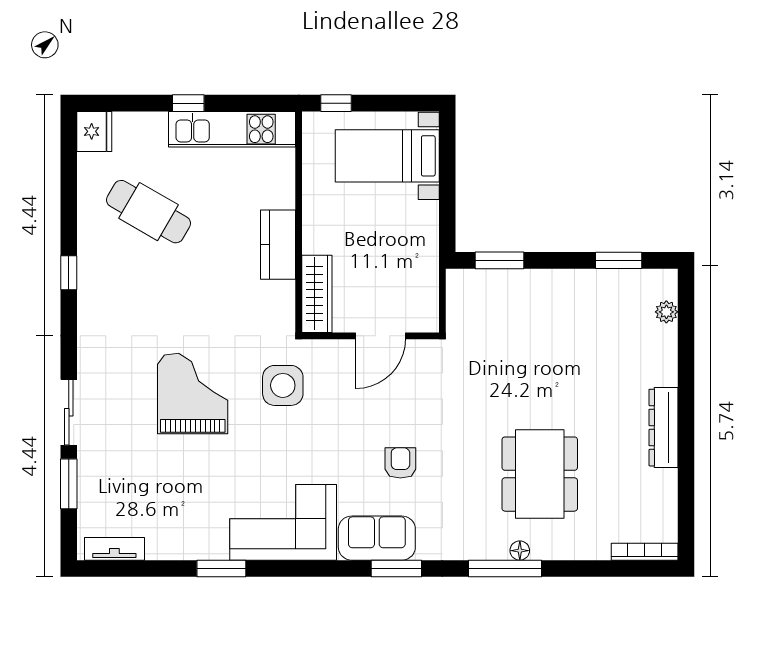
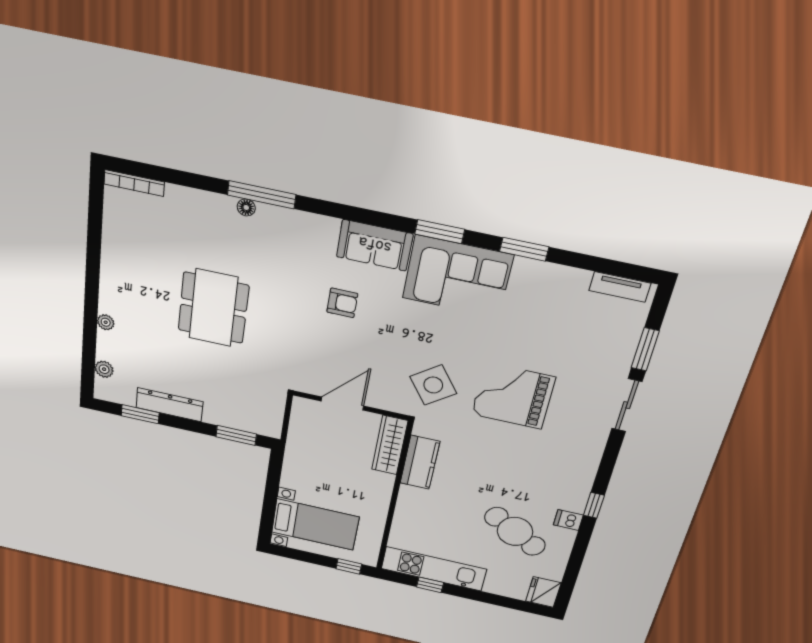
window: (188, 103) -> (430, 585), moved
dishwasher: (92, 245) -> (568, 520), added
kitchen counter: (278, 245) -> (420, 462), moved
plant: (668, 375) -> (106, 322), added
side table: (283, 385) -> (433, 385), turned -36
grand piano: (193, 394) -> (513, 396), turned 90
dresser: (663, 428) -> (169, 405), moved, turned -90
armchair: (400, 463) -> (342, 303), turned -90
dining table: (540, 474) -> (213, 308), moved
window: (396, 568) -> (440, 232), moved

